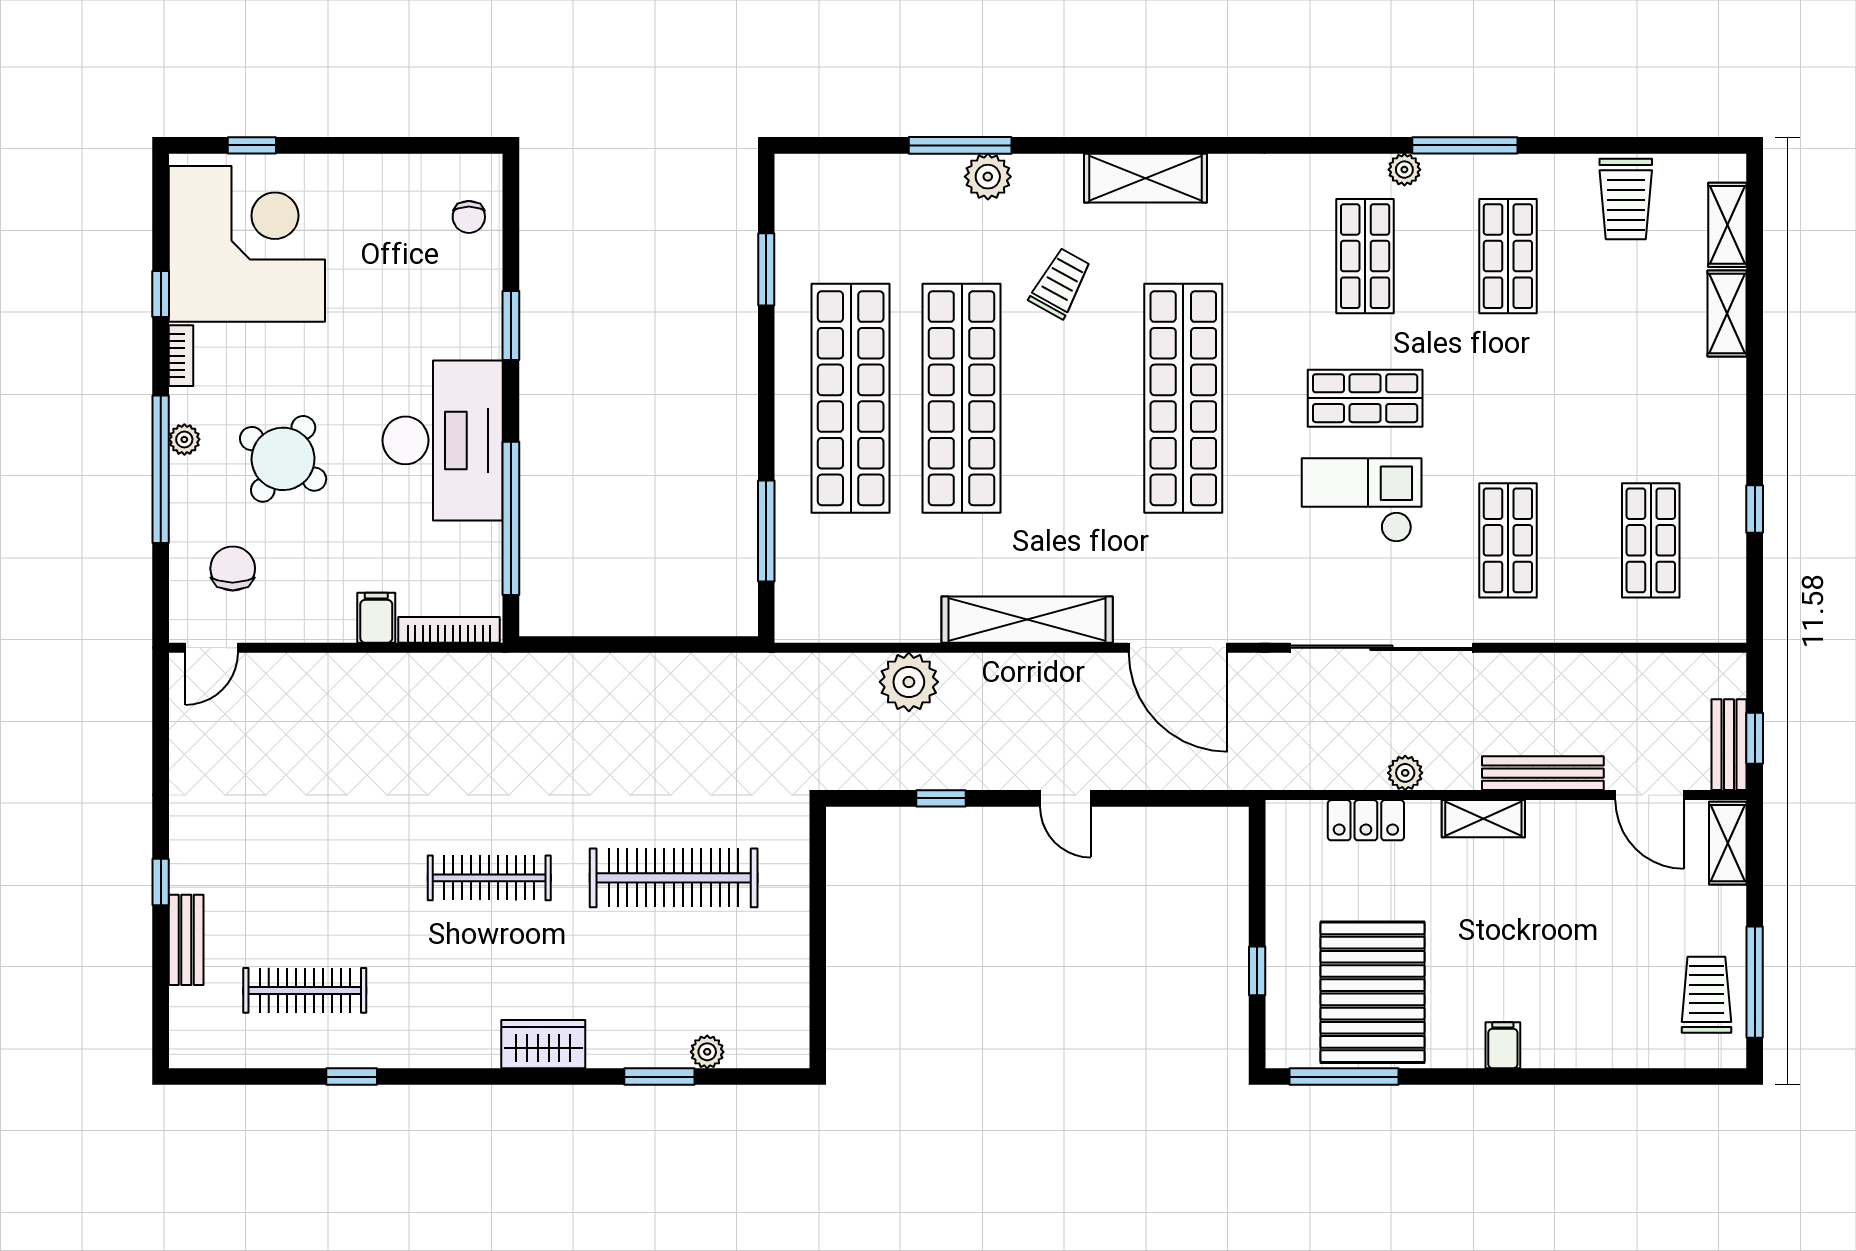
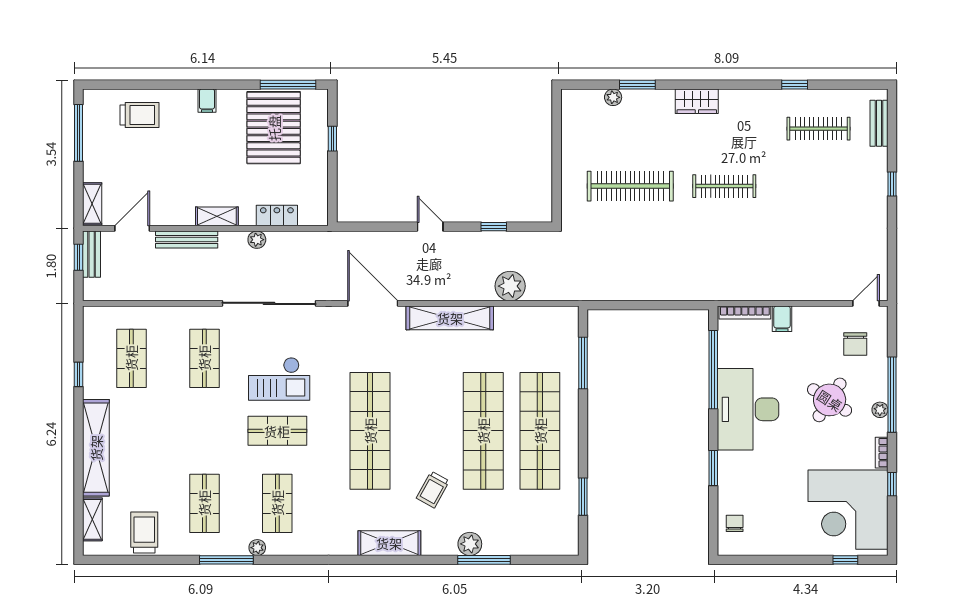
shelving: (1727, 313) -> (96, 448), width x2.20, depth x1.33
door: (1650, 795) -> (132, 228), hinge flipped
bench: (186, 940) -> (879, 123), moved
trolley: (1706, 995) -> (139, 115), moved, turned -90

